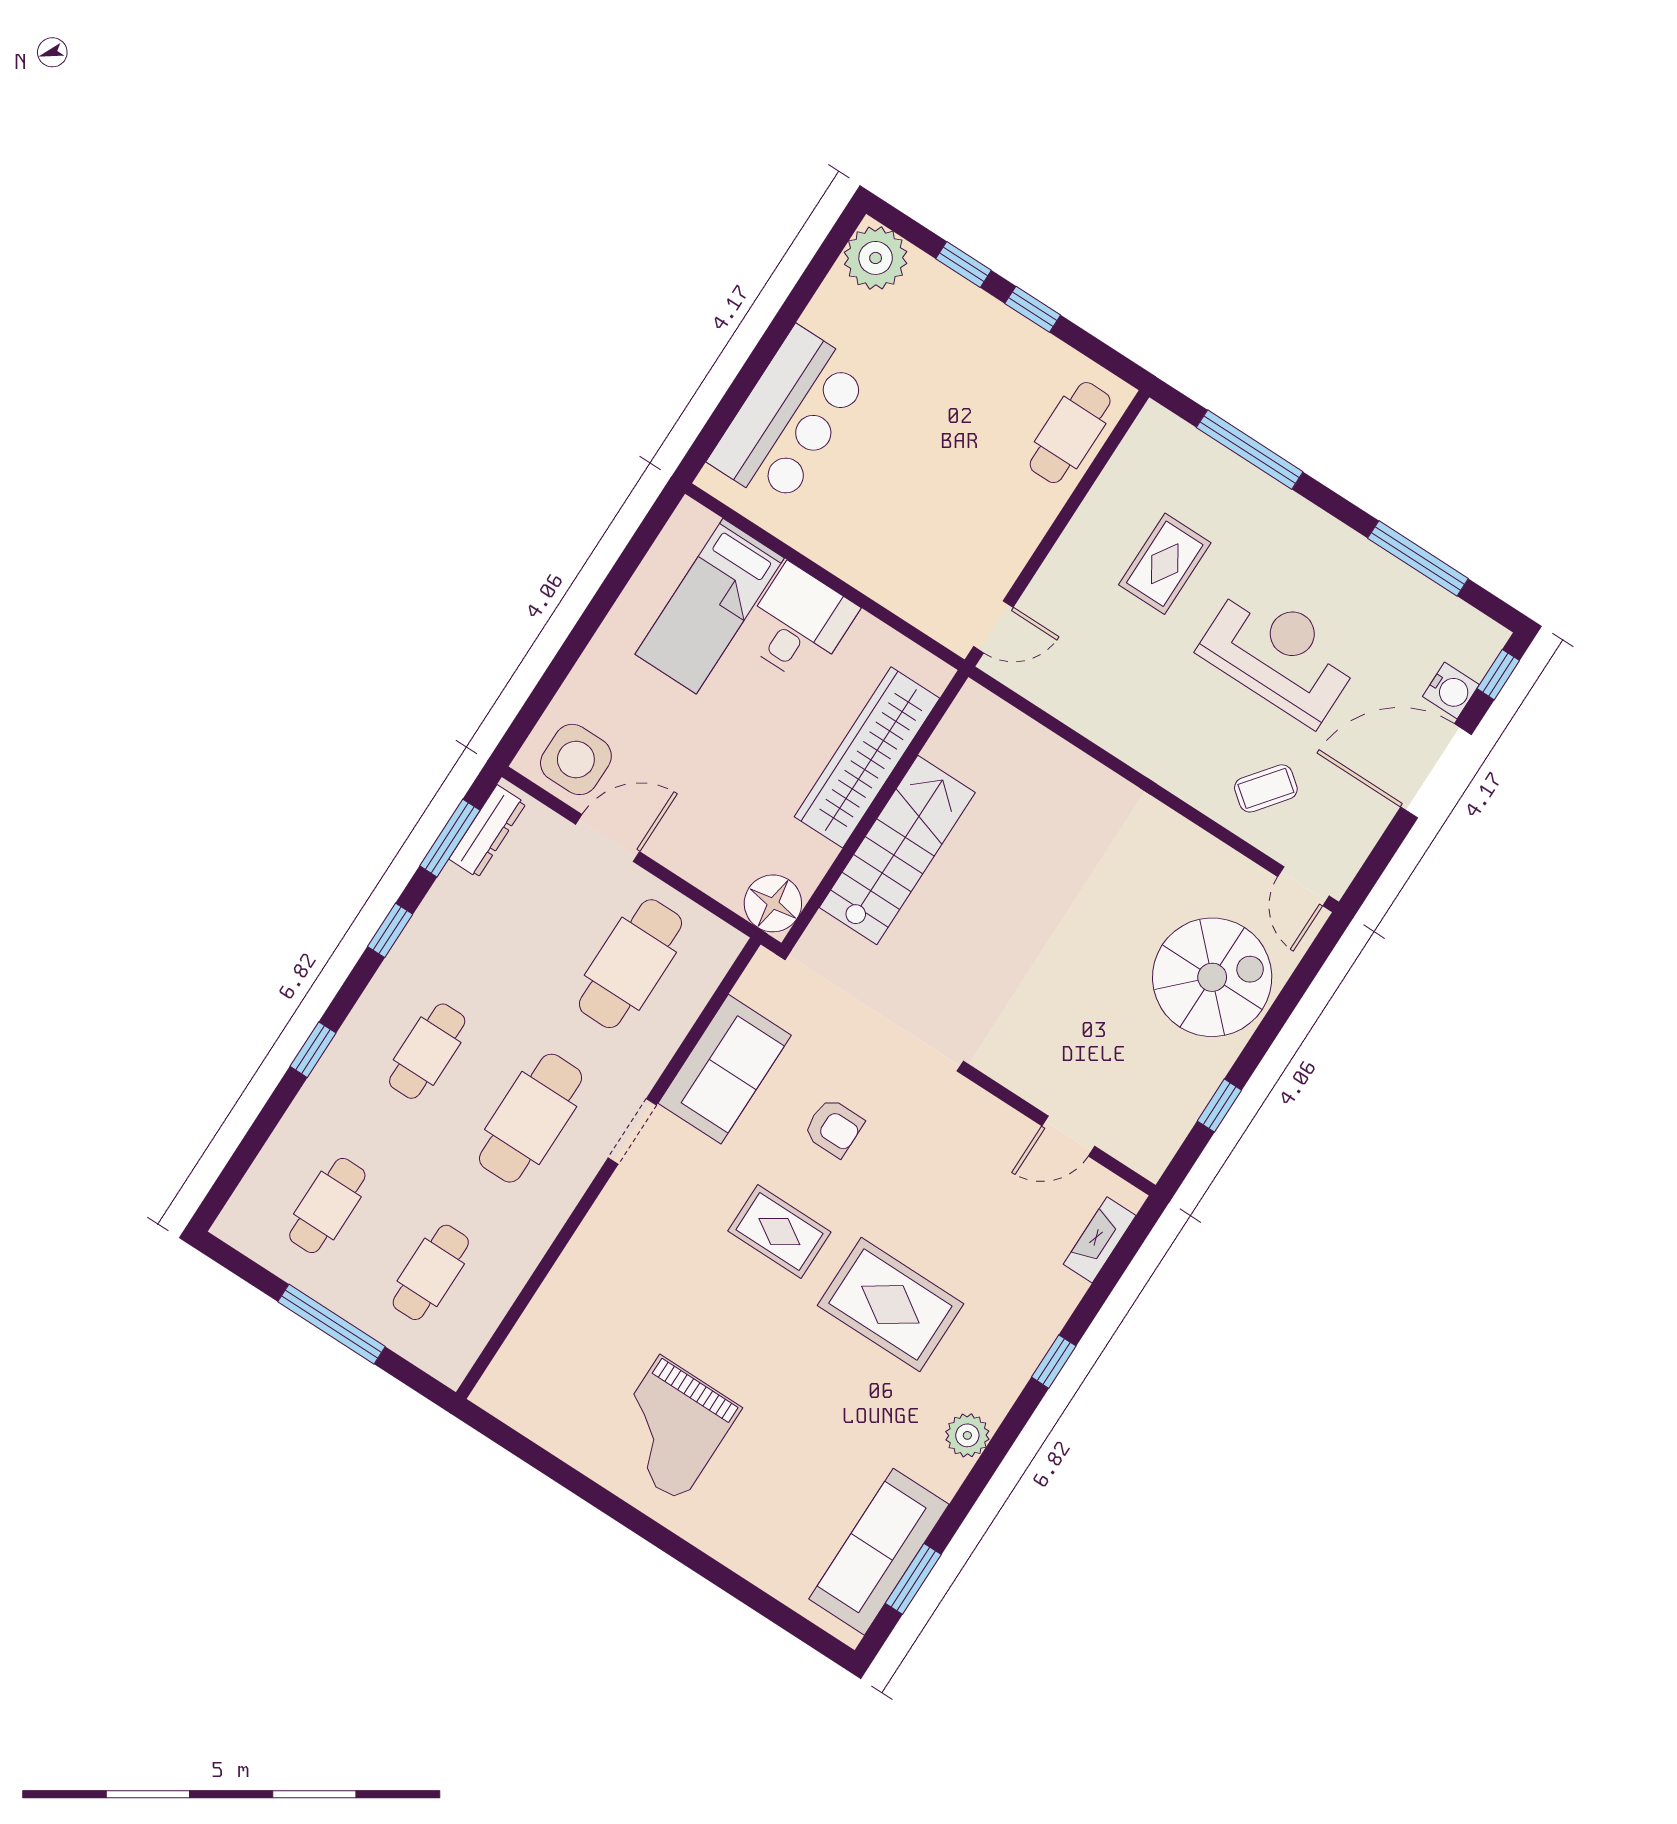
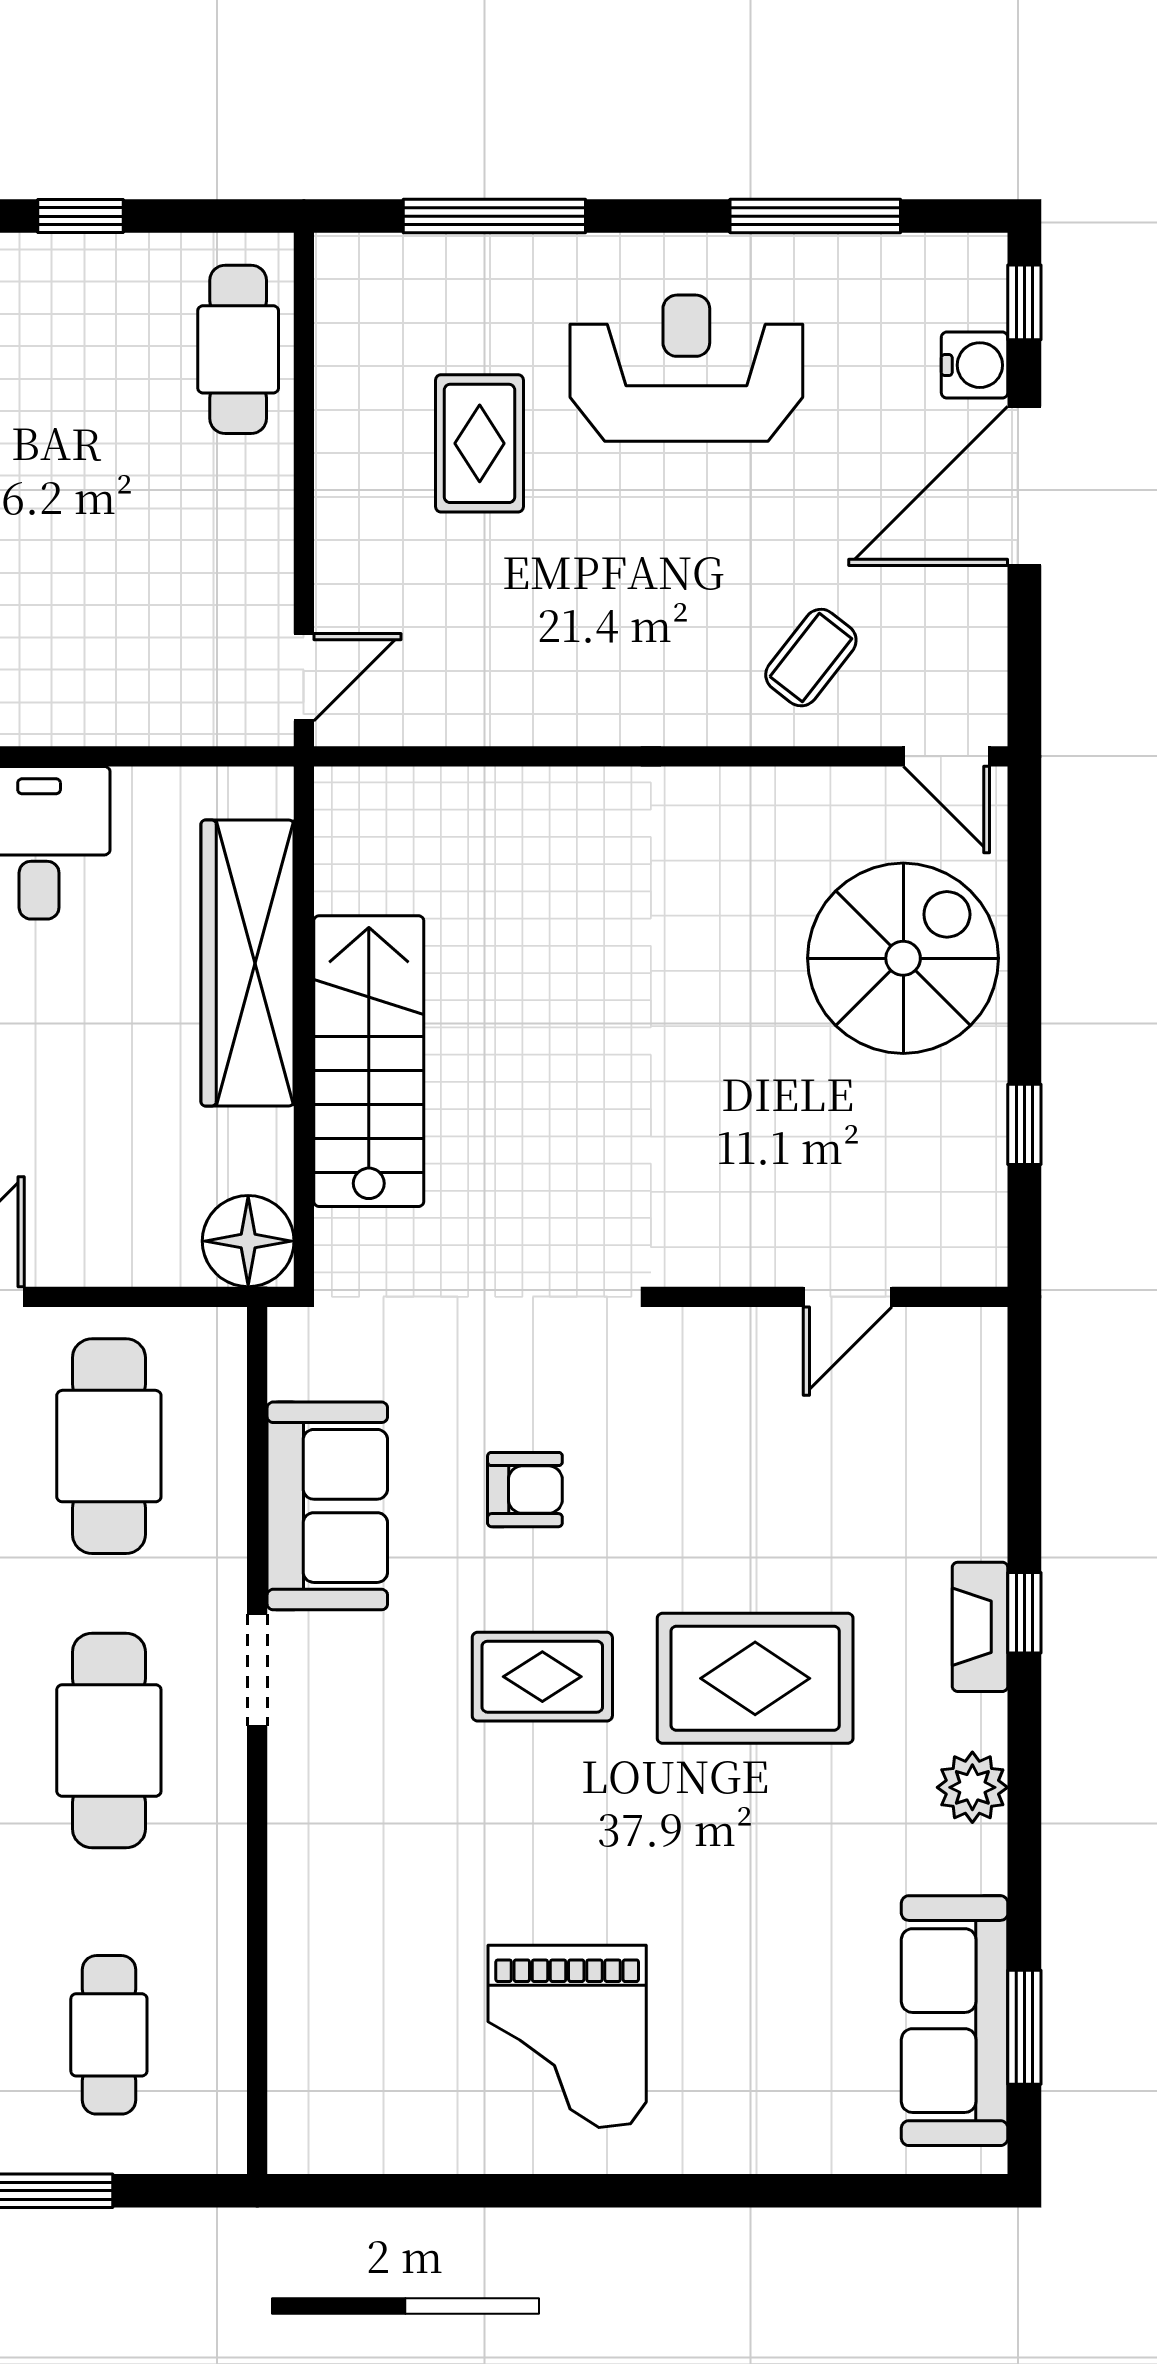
reception desk: (1279, 654) -> (686, 368), moved
fireplace: (1100, 1240) -> (980, 1627), moved

